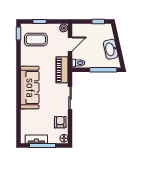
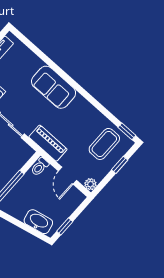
washbasin: (111, 49) -> (38, 222), moved
sofa: (30, 88) -> (54, 87), width x0.73

